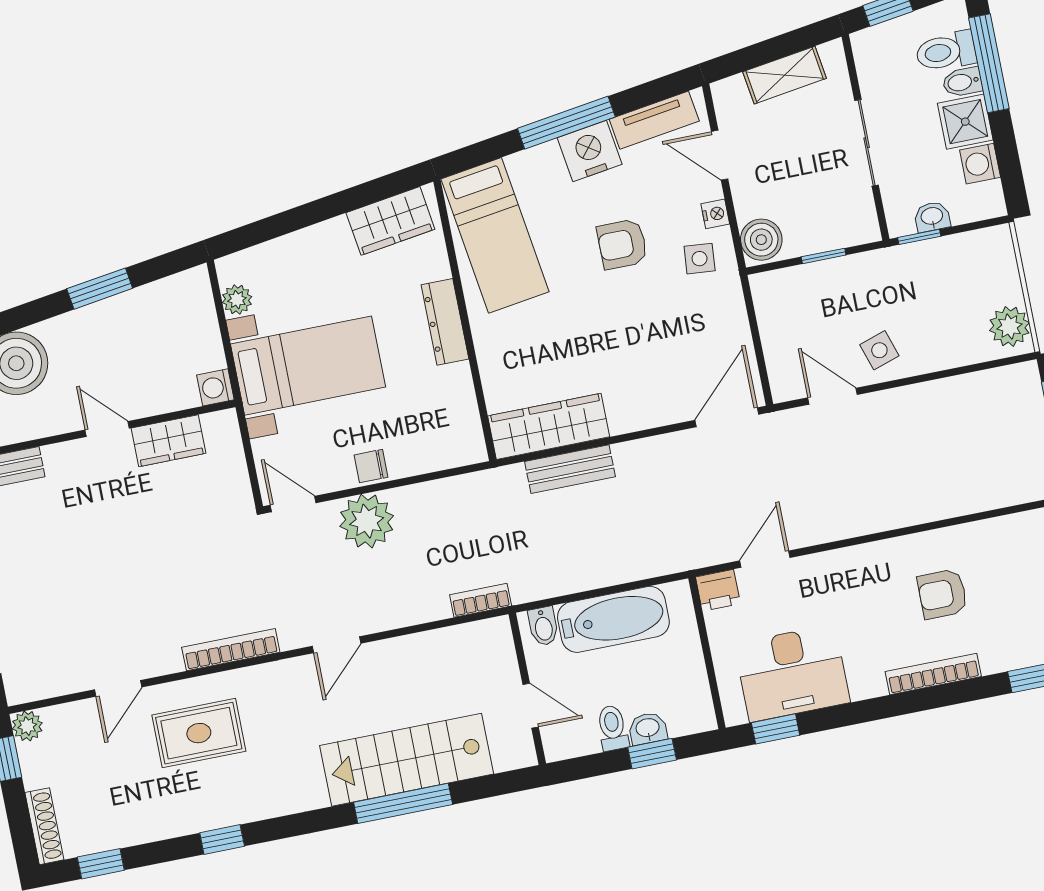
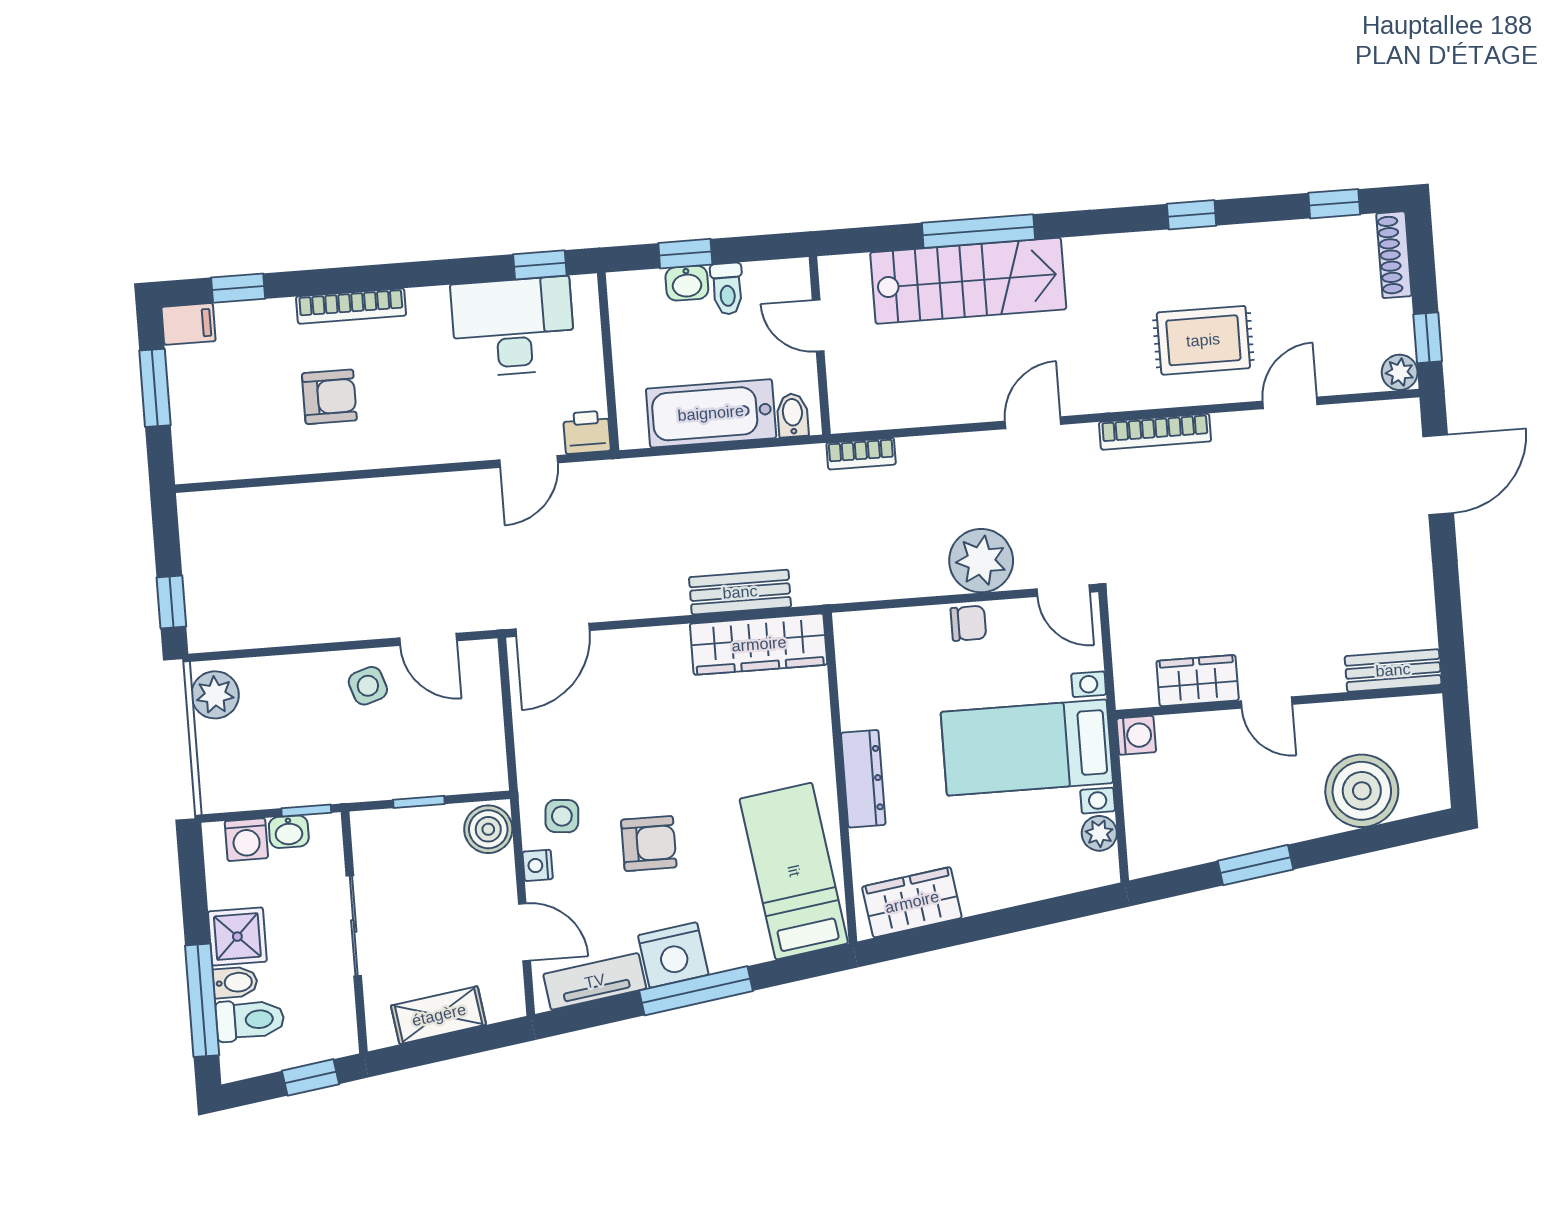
washing machine: (980, 164) -> (246, 840), moved, turned 90

